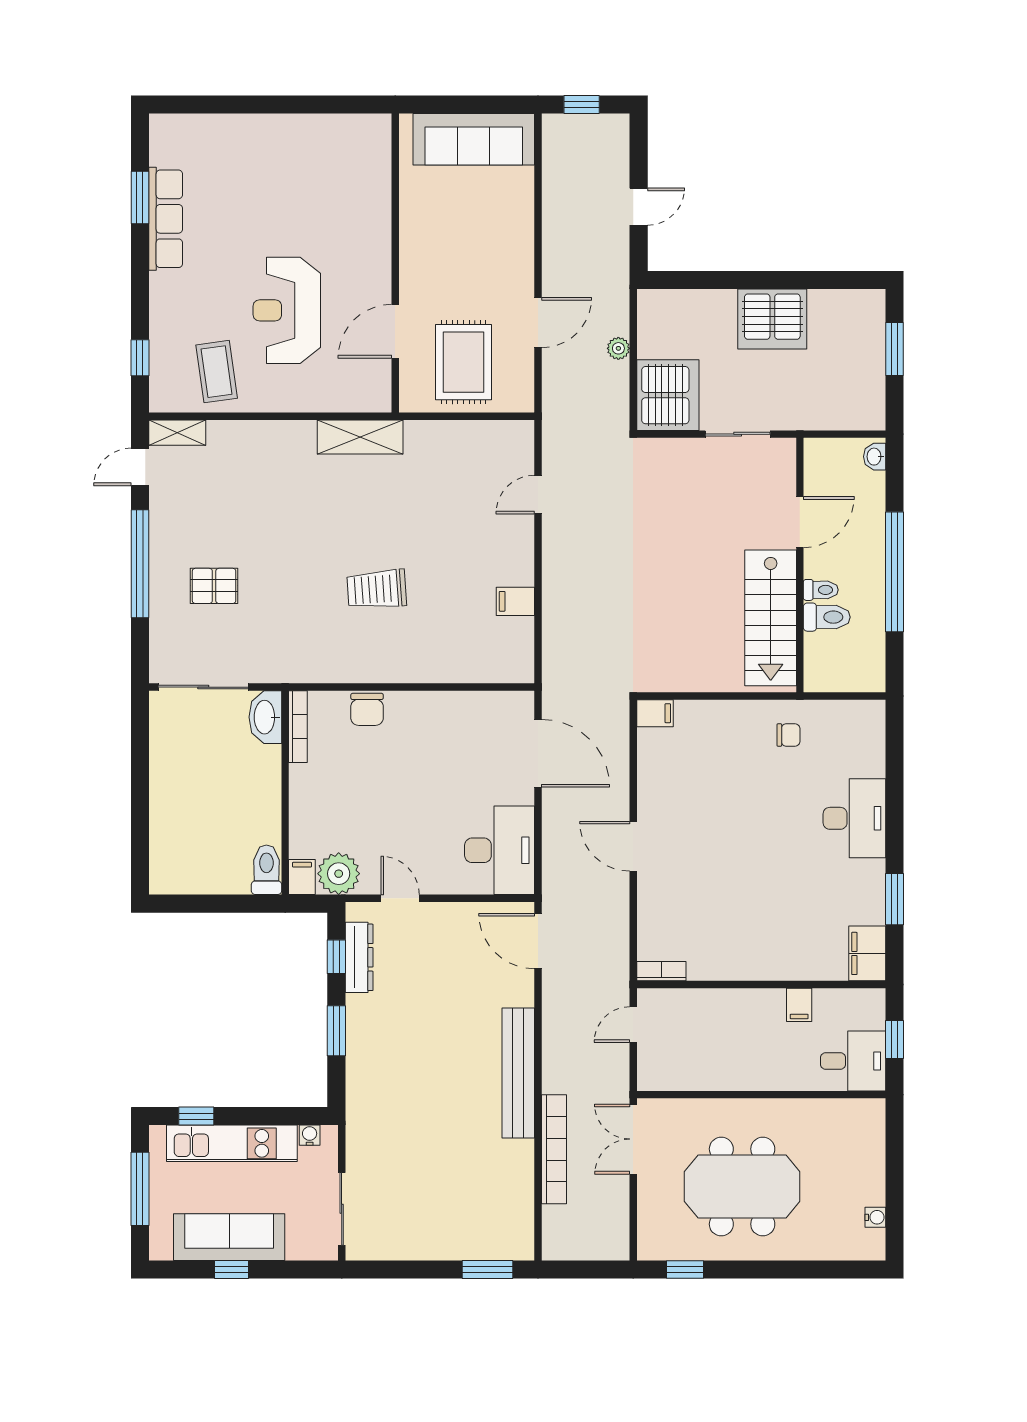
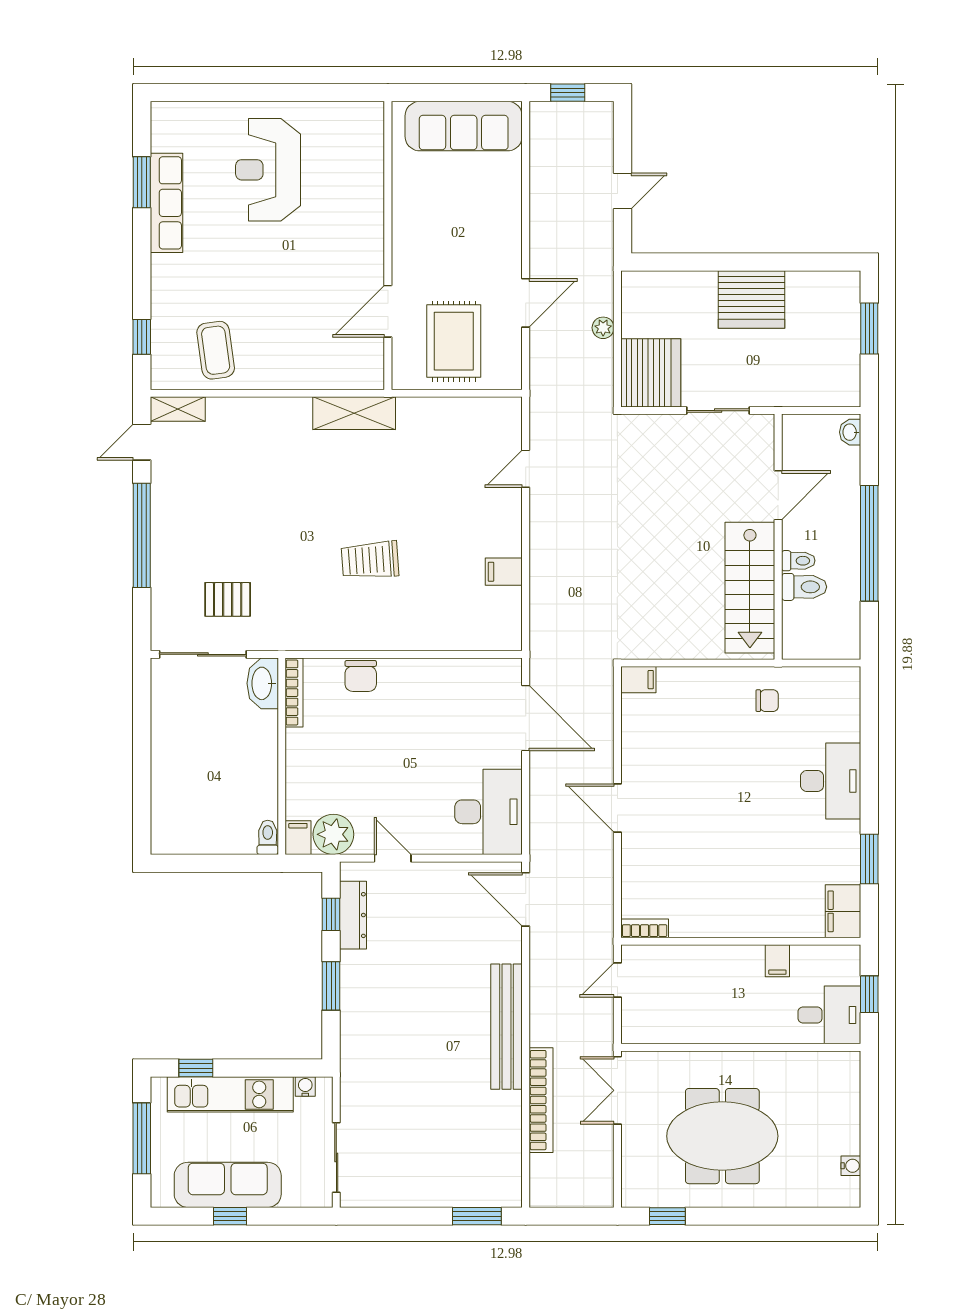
reception desk: (287, 310) -> (268, 170), moved
pallet: (214, 586) -> (228, 599), moved
toilet: (266, 870) -> (268, 837), width x0.73, depth x0.72

